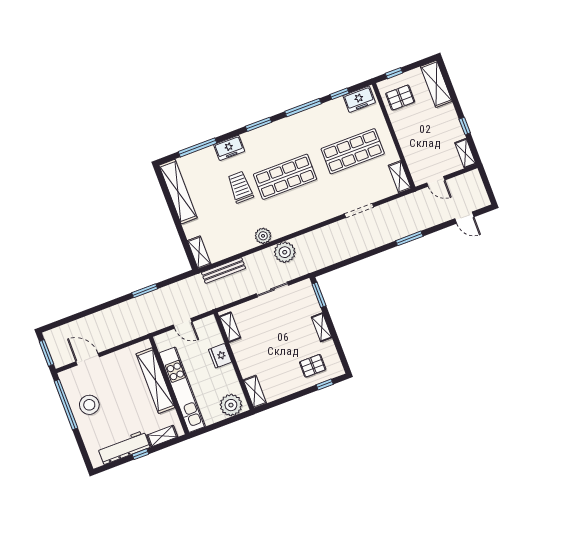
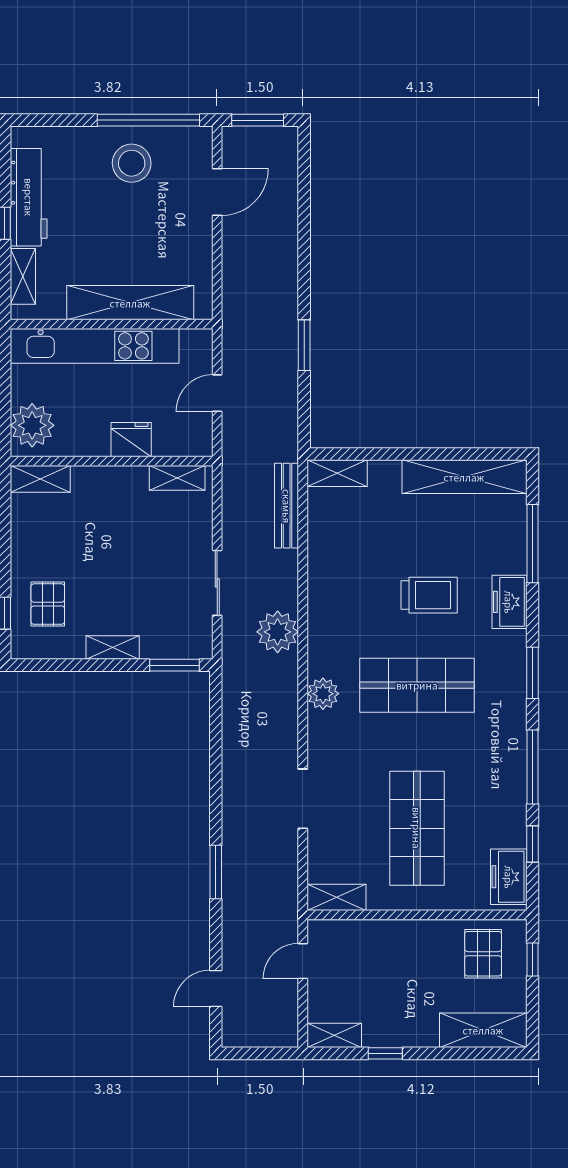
shop shelf: (285, 177) -> (417, 685), turned 90
plant: (263, 236) -> (323, 694), moved

